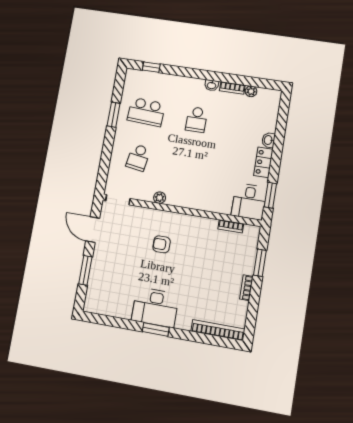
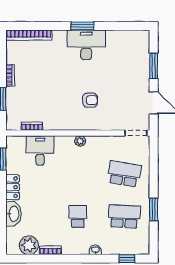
washbasin: (212, 85) -> (95, 250), moved
plant: (251, 91) -> (29, 245), width x1.88, depth x1.88
washbasin: (268, 140) -> (13, 214), width x1.91, depth x1.45
school desk: (138, 157) -> (124, 174), width x1.85
plant: (160, 198) -> (80, 141), moved
desk: (249, 202) -> (40, 151), moved

